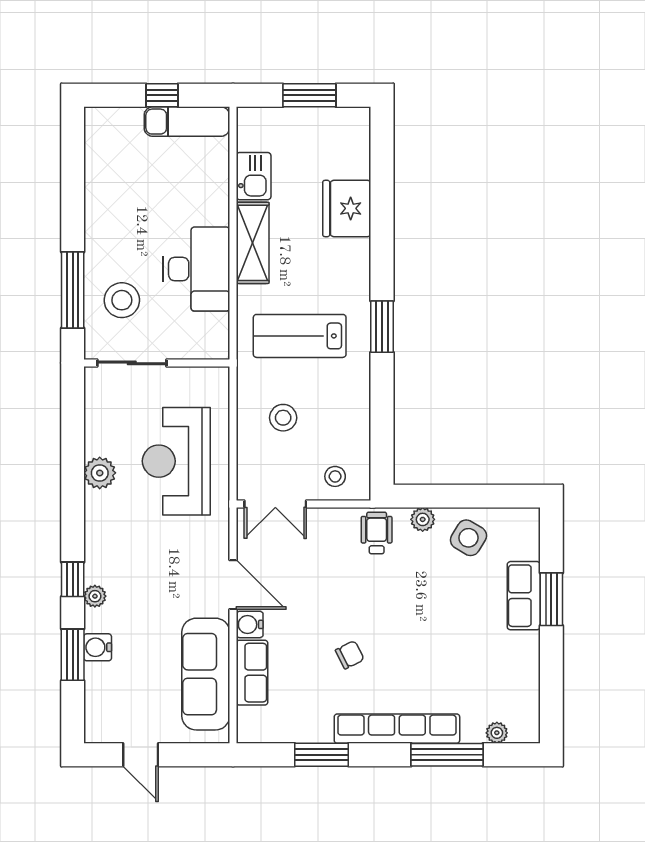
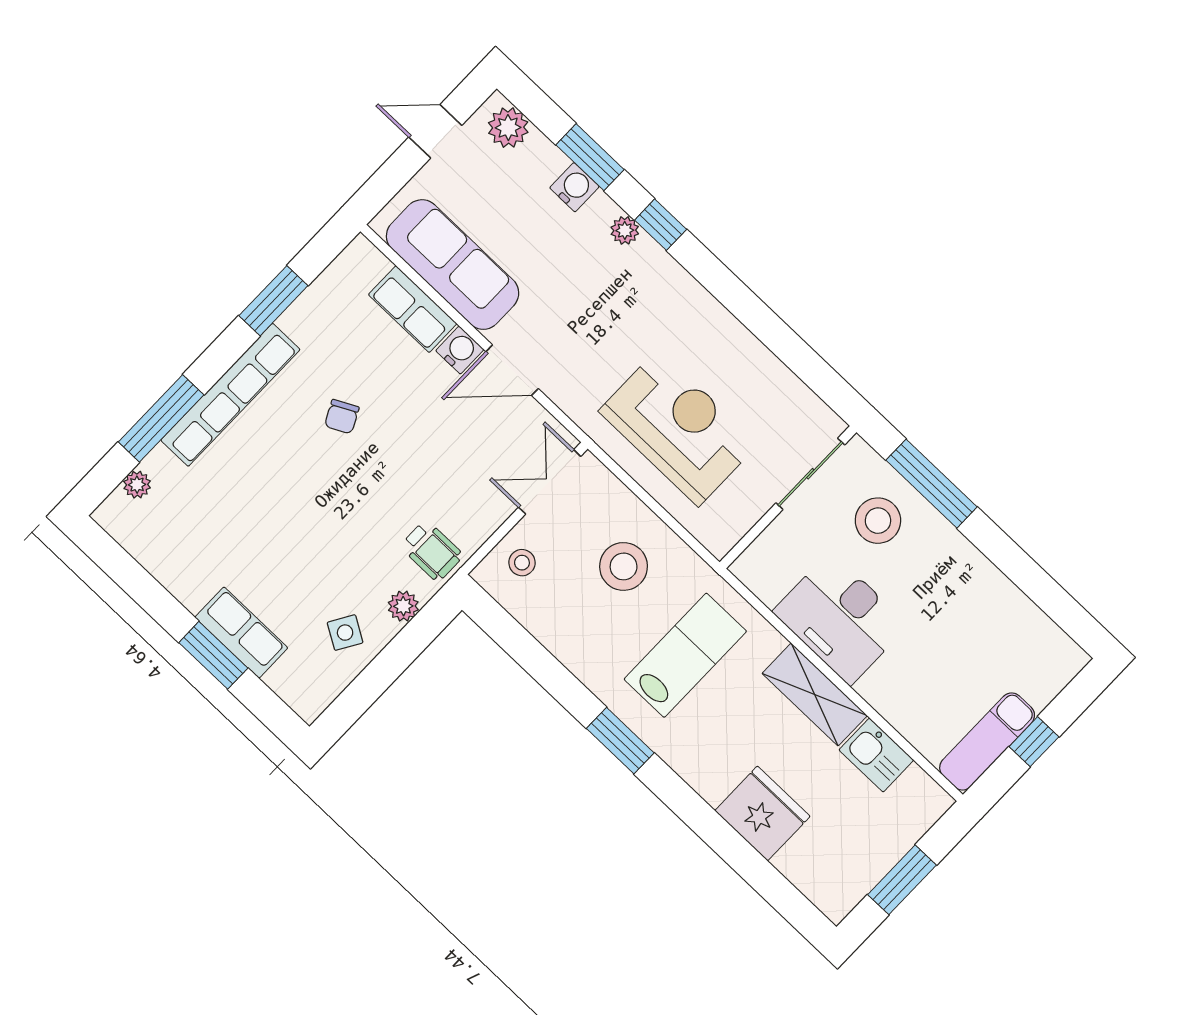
stool: (283, 418) -> (624, 566), width x1.38, depth x1.38
plant: (100, 473) -> (508, 128), moved
side table: (468, 538) -> (345, 633), width x0.73, depth x0.73

